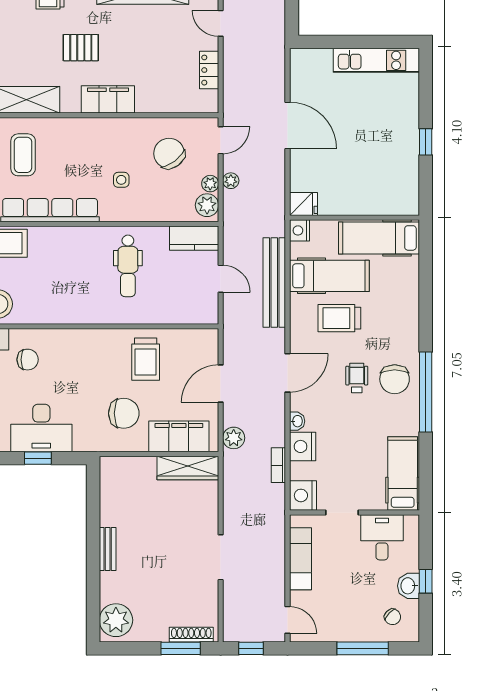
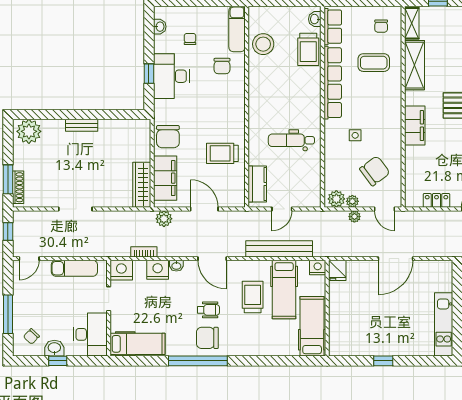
kitchen counter: (194, 238) -> (257, 184), moved, turned 180
chair: (124, 413) -> (168, 137), moved
desk: (382, 537) -> (90, 334), width x1.37

